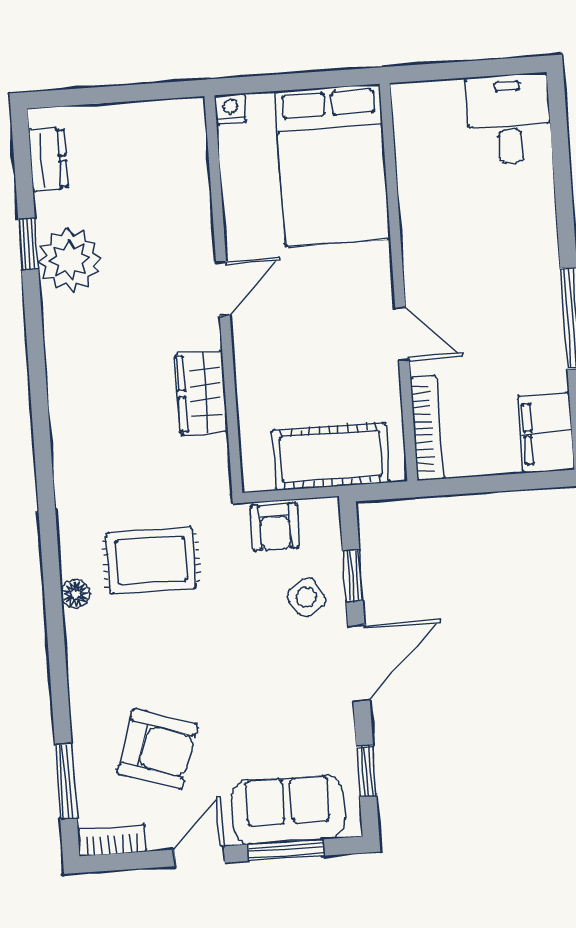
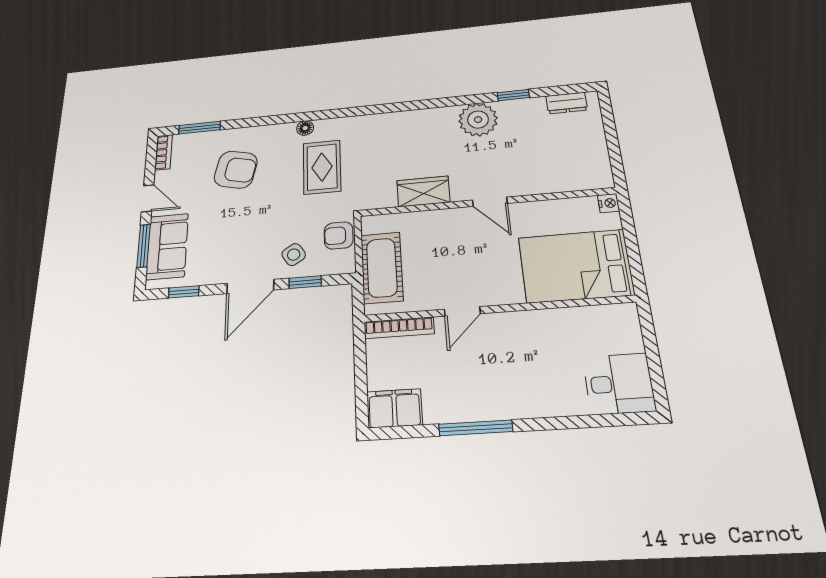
plant: (70, 260) -> (478, 120), moved
door: (359, 663) -> (250, 287), hinge flipped
armchair: (157, 749) -> (236, 170), moved, turned -95

